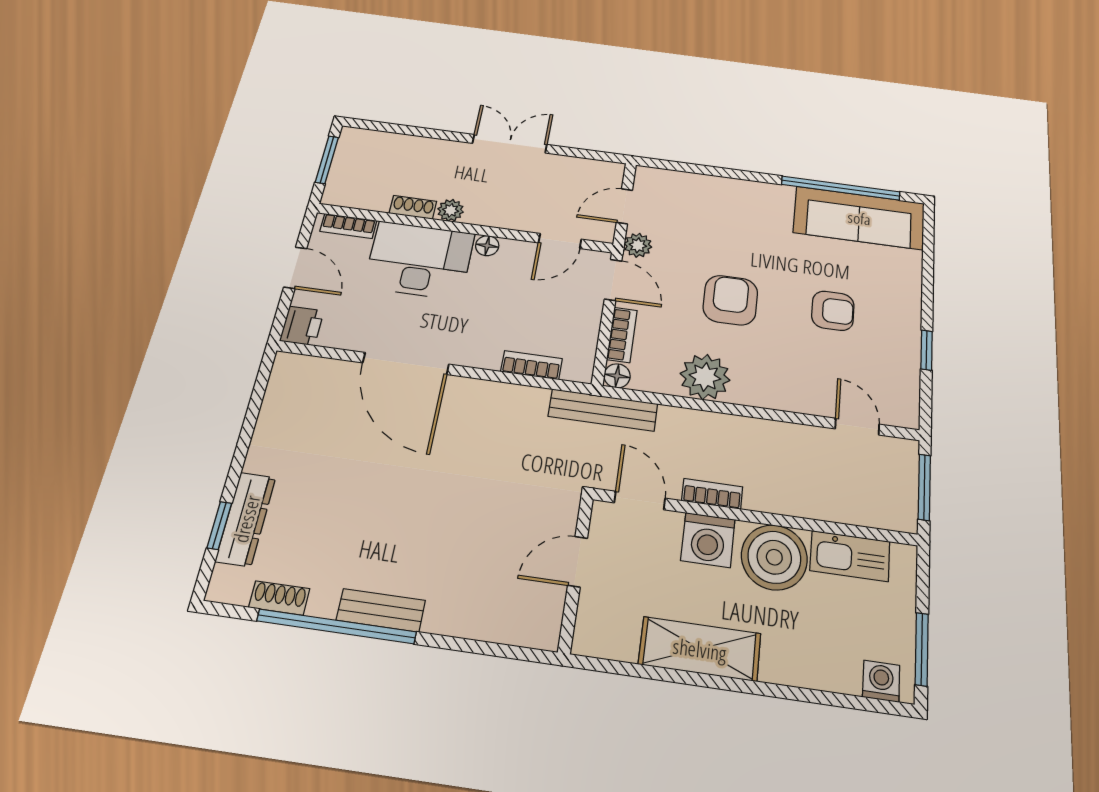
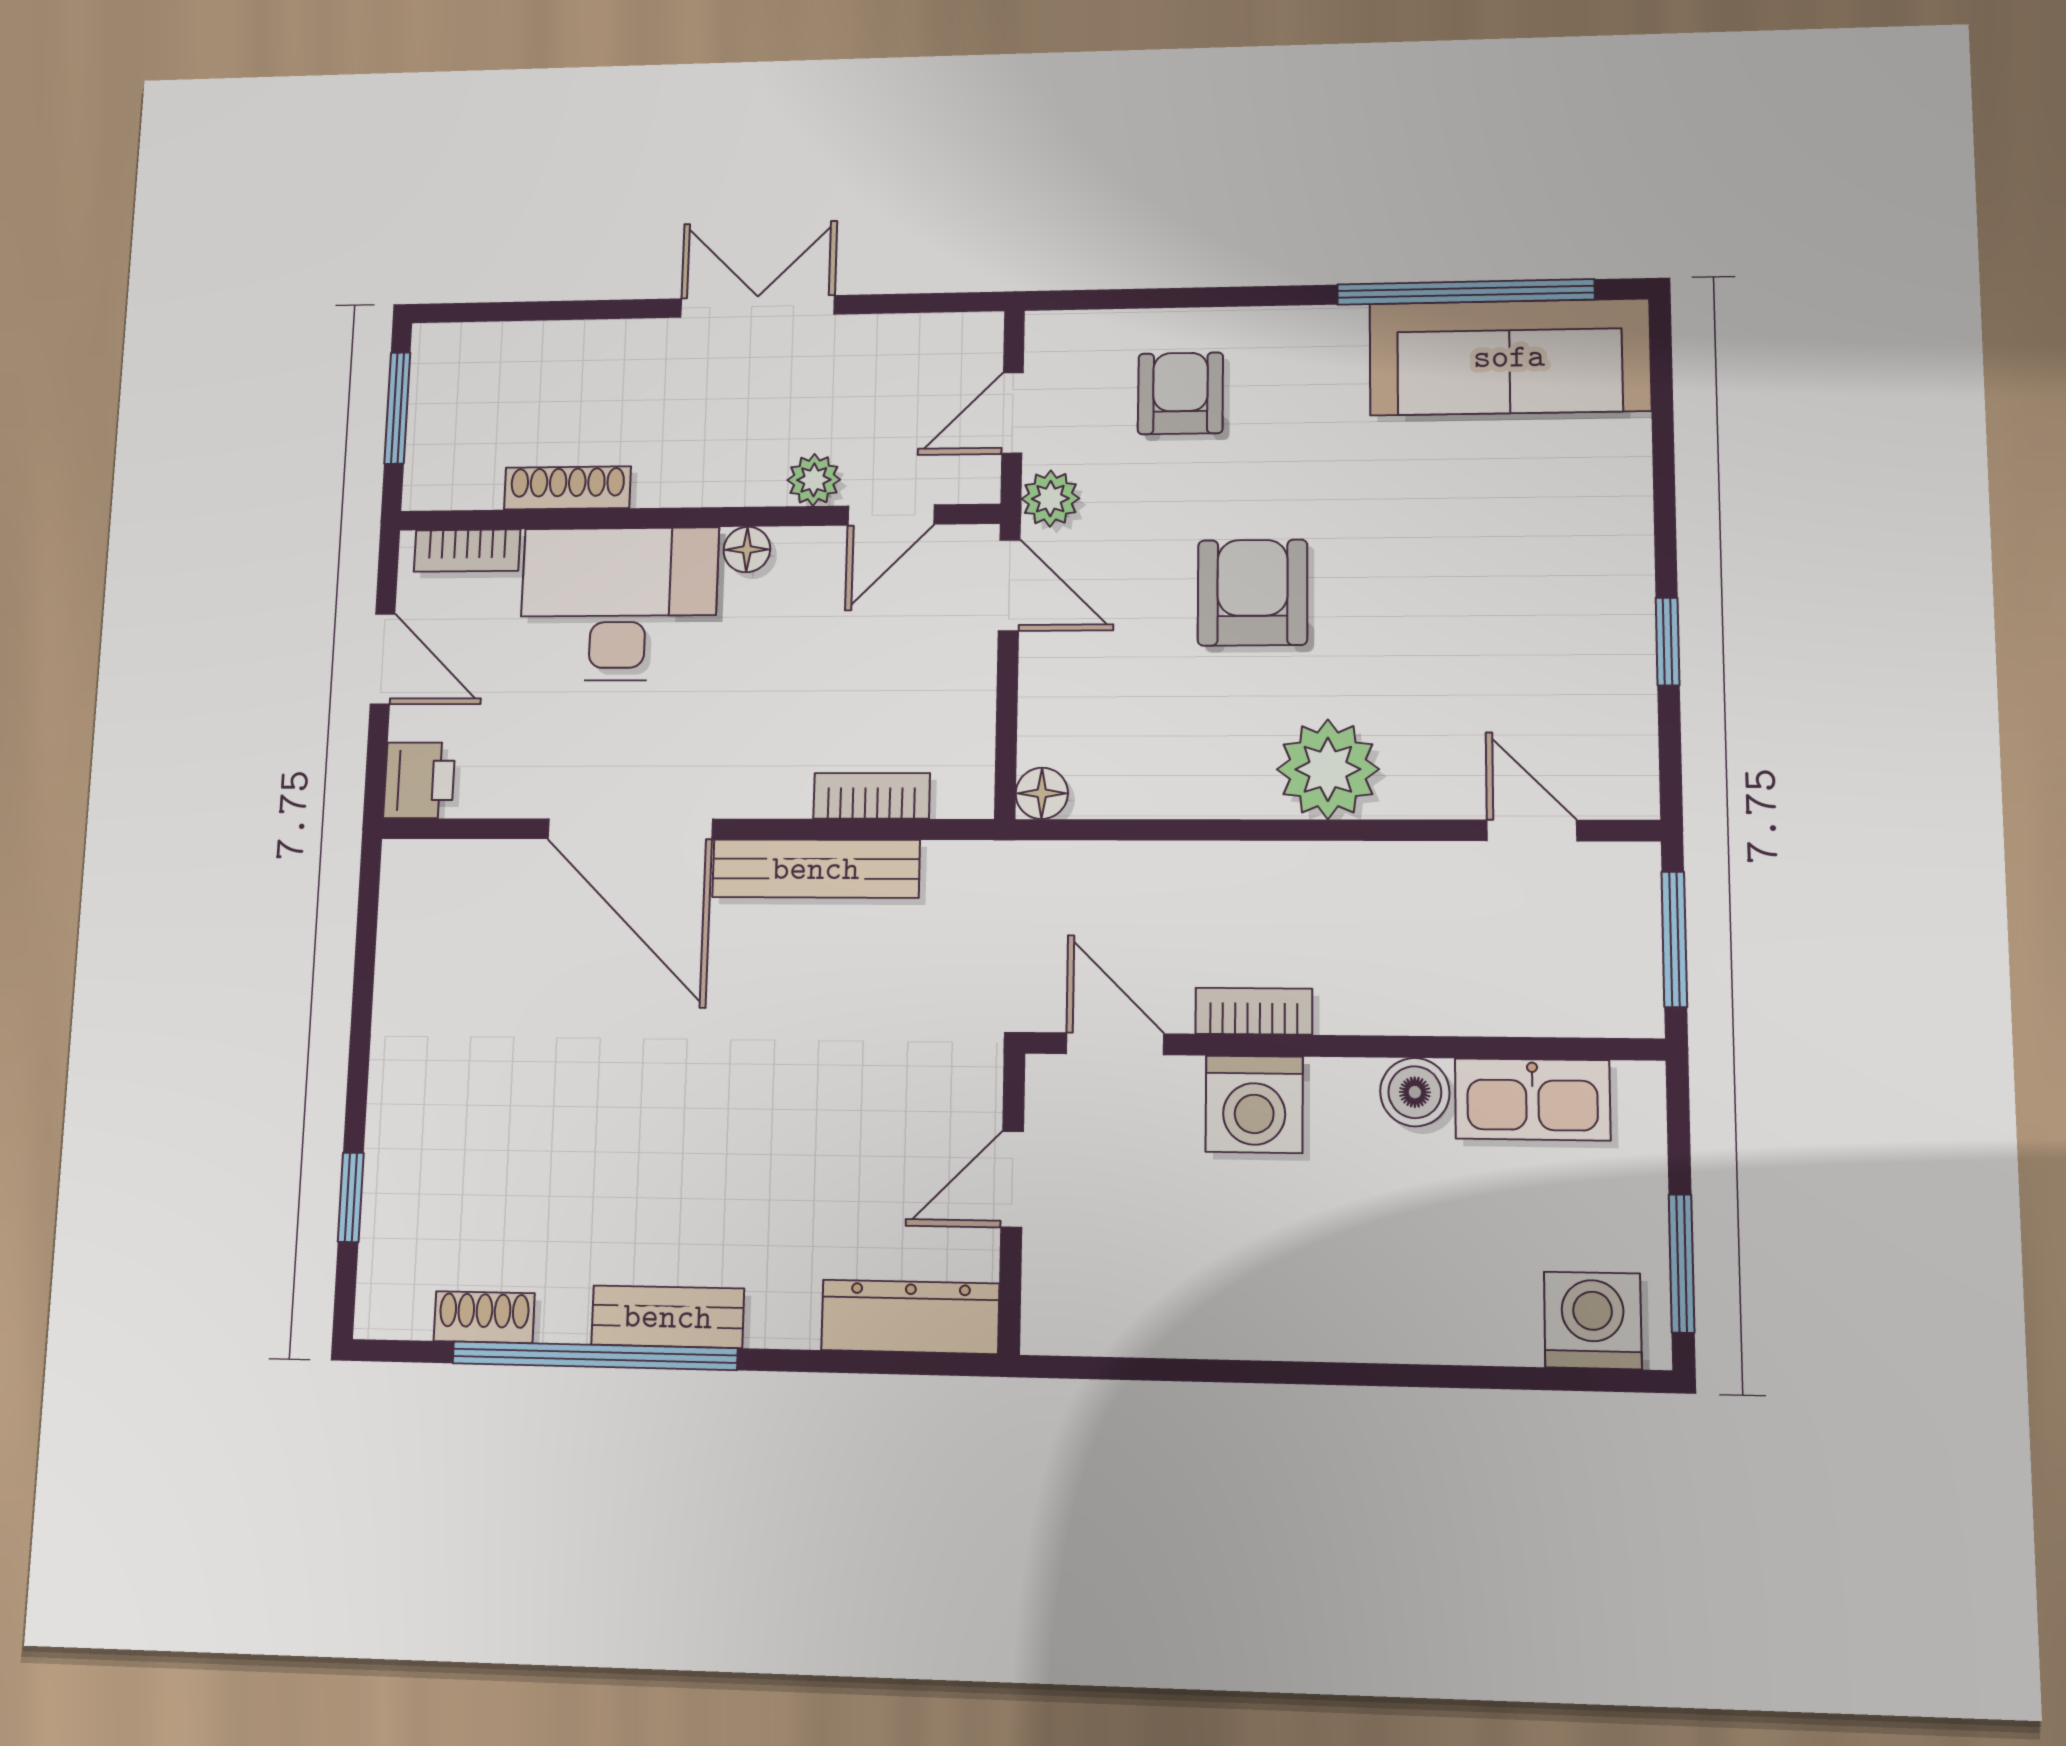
shoe rack: (413, 207) -> (567, 488), width x1.43
plant: (451, 210) -> (814, 480), moved
armchair: (833, 311) -> (1180, 393), moved, turned -90
bookcase: (622, 335) -> (1041, 704), removed
plant: (705, 377) -> (1328, 769), moved
bench: (603, 410) -> (816, 869), moved
dresser: (246, 519) -> (910, 1317), moved, turned -90
boiler: (774, 557) -> (1415, 1092), width x0.54, depth x0.54
shelving: (700, 649) -> (1259, 1315), removed
washing machine: (881, 681) -> (1593, 1320), width x1.38, depth x1.38

